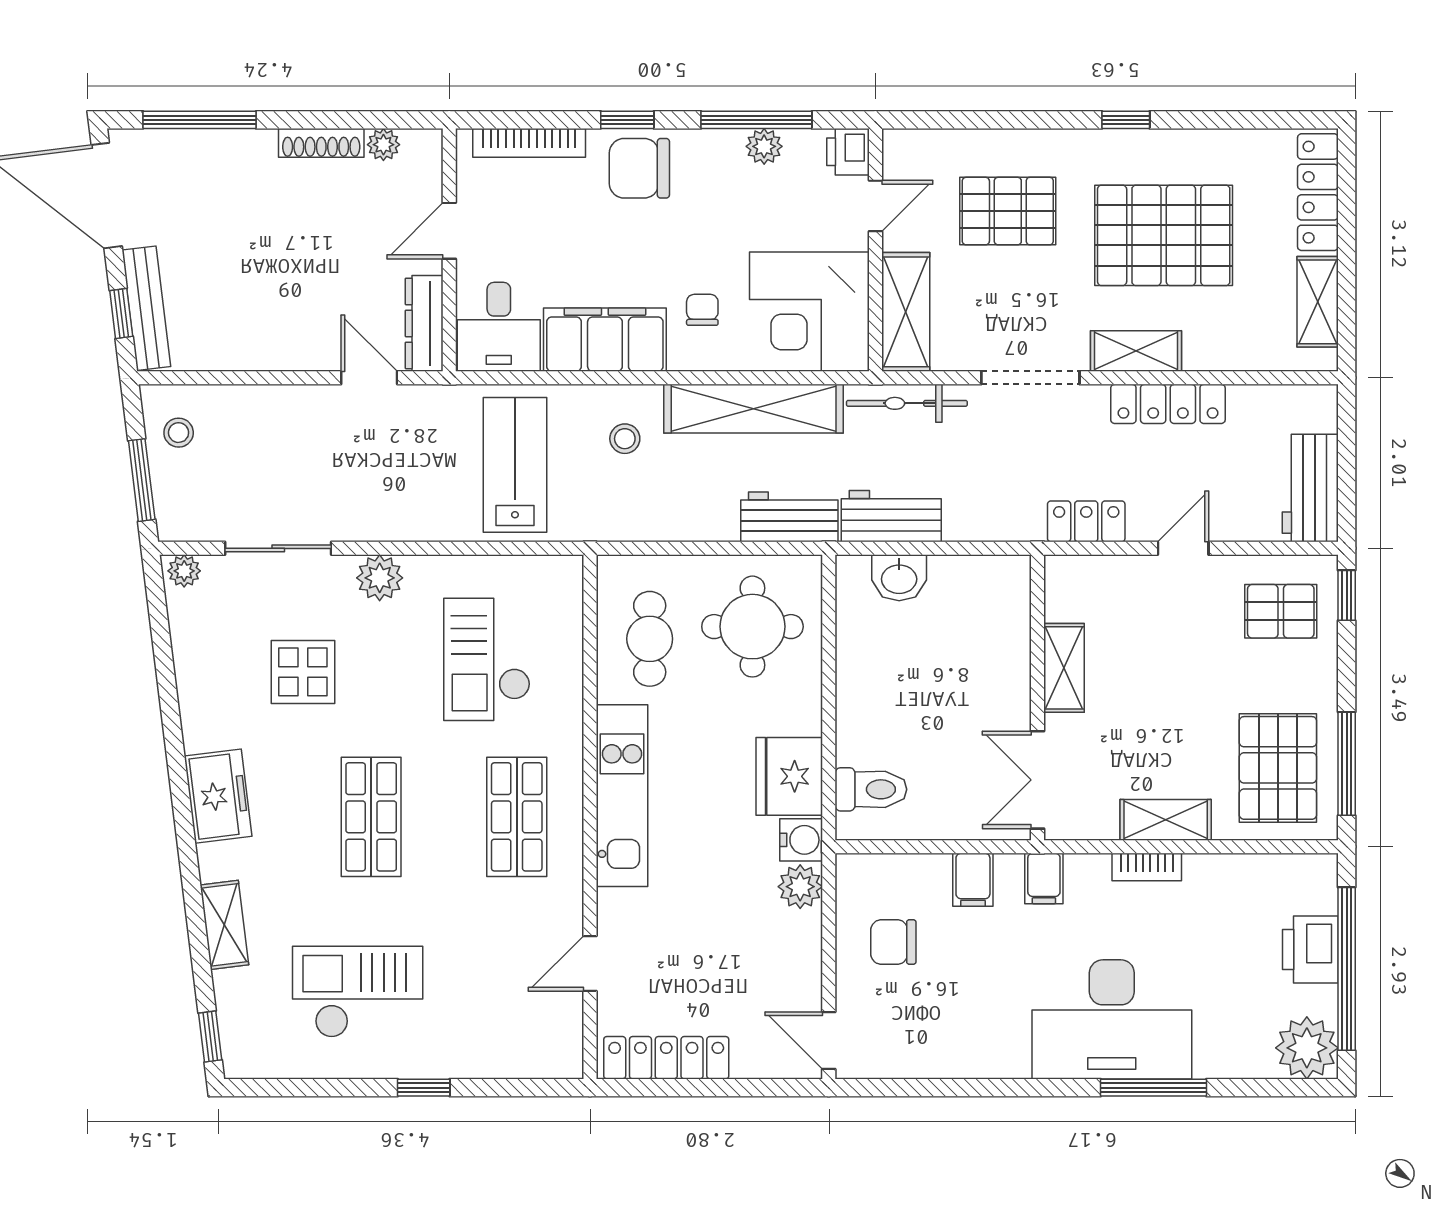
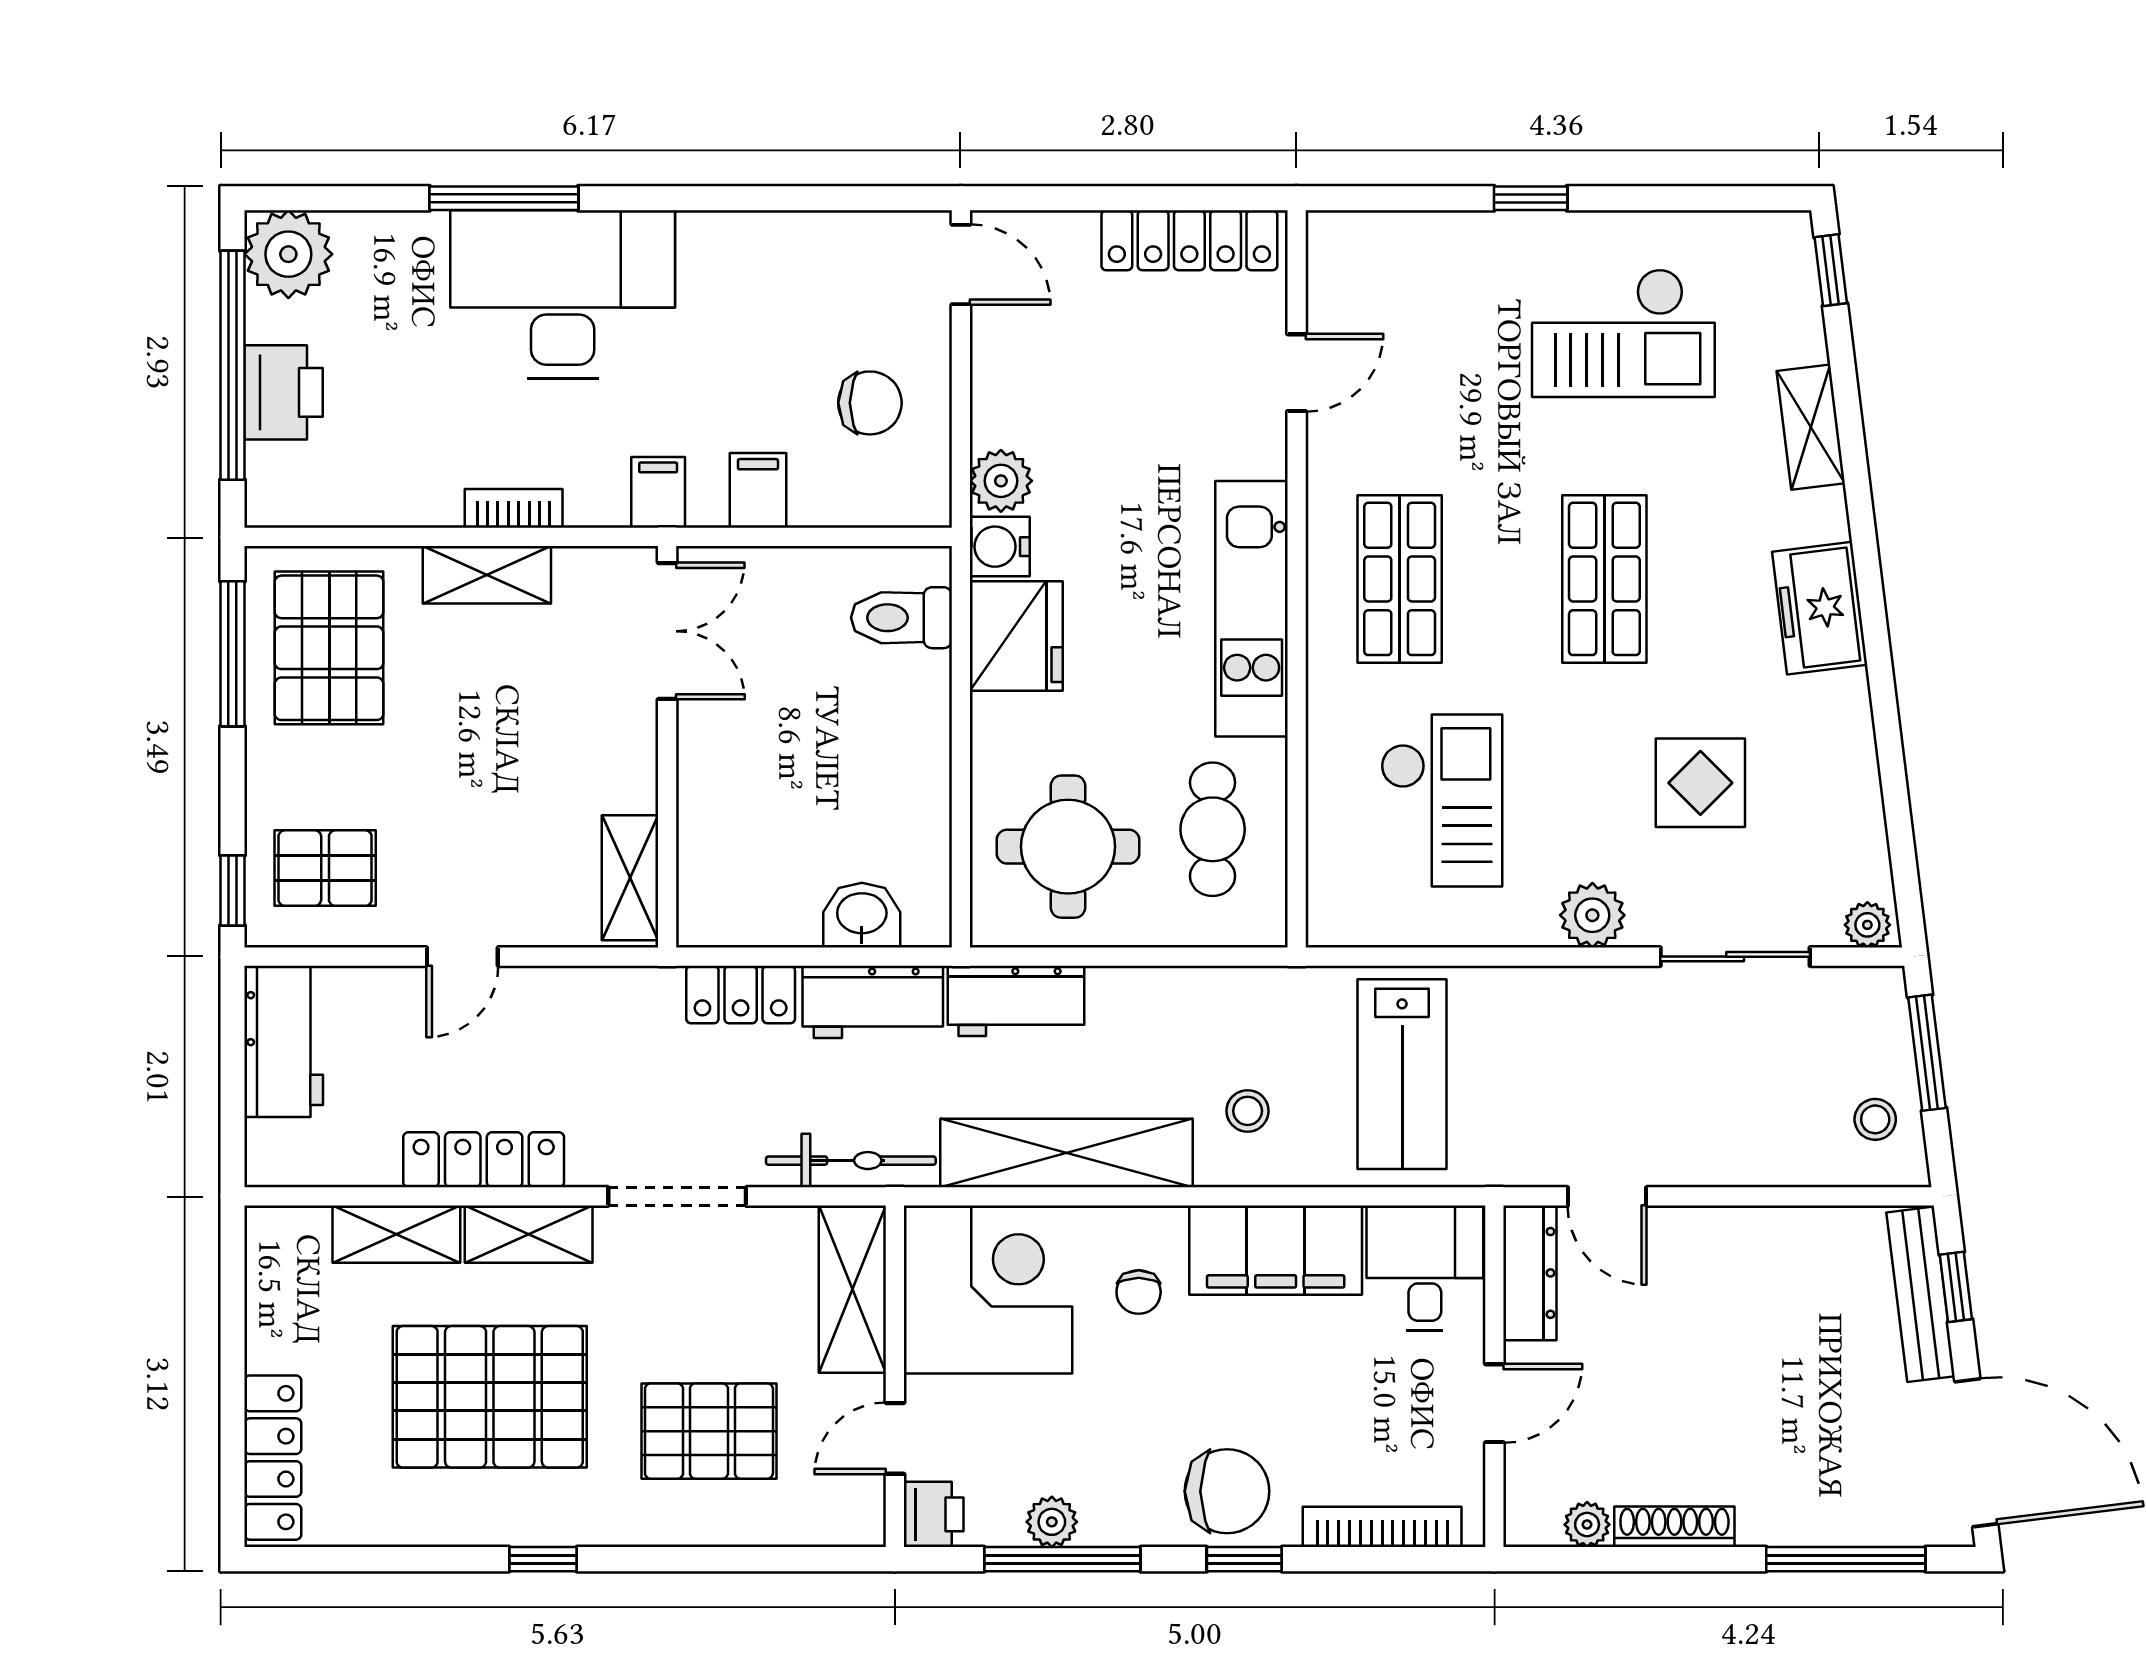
shelving: (1318, 302) -> (396, 1234), moved, turned 90
locker: (1086, 521) -> (741, 995), moved
shelving: (1064, 668) -> (630, 878), moved

